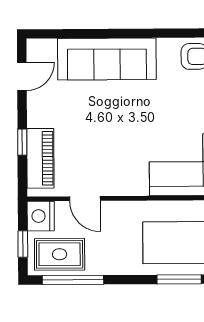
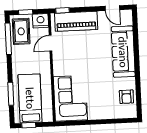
window: (22, 142) -> (63, 10), moved
piano: (40, 158) -> (76, 21), width x1.37, depth x1.33

